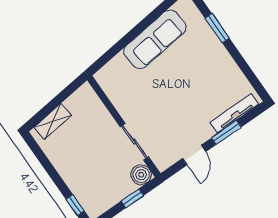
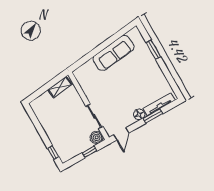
shelving: (53, 121) -> (60, 87), moved
floor lamp: (205, 132) -> (139, 114), added
door: (194, 155) -> (121, 134), moved

